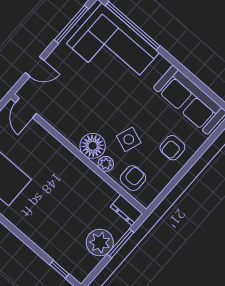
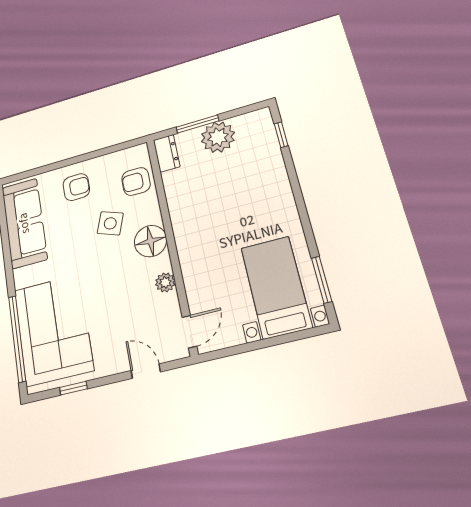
window: (71, 24) -> (73, 388), width x0.46
plant: (106, 164) -> (165, 282), moved

